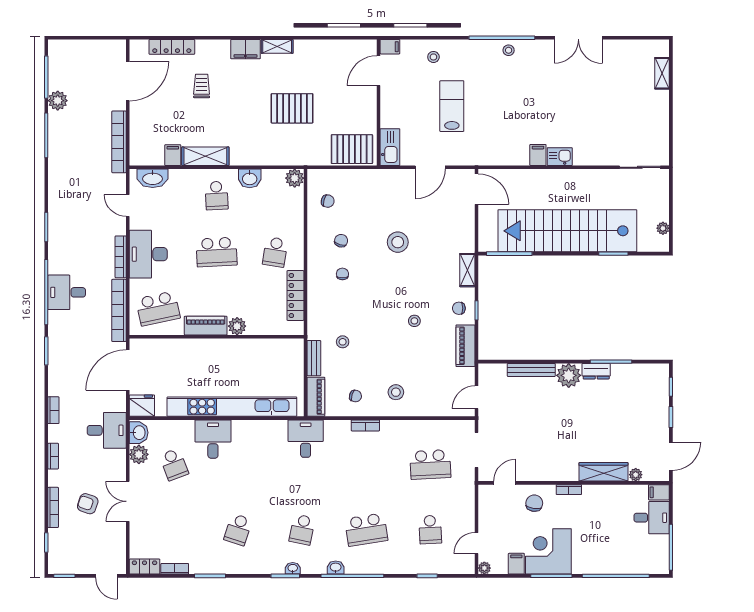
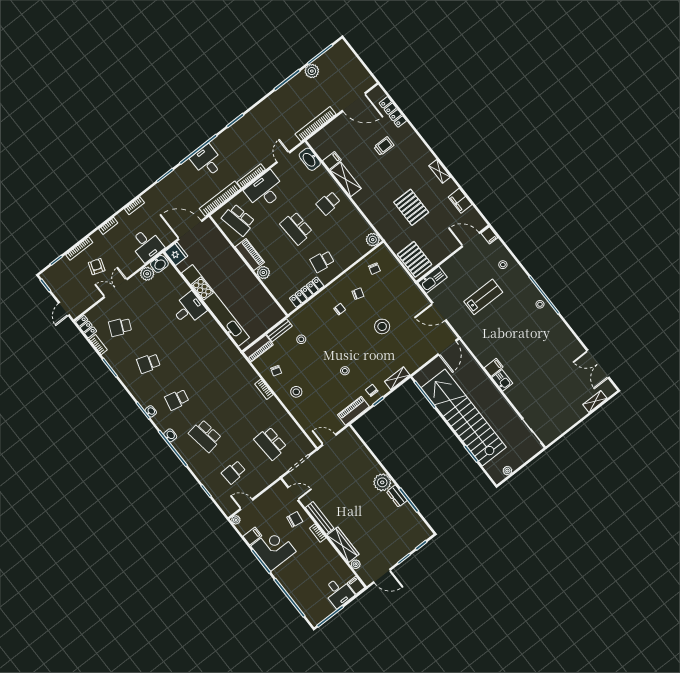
double door: (578, 38) -> (598, 364), moved
filing cabinet: (245, 49) -> (460, 201), moved
washbasin: (250, 178) -> (353, 214), removed
bench: (531, 370) -> (320, 518), moved
desk: (306, 439) -> (230, 361), removed
school desk: (174, 464) -> (120, 327), moved, turned 45

